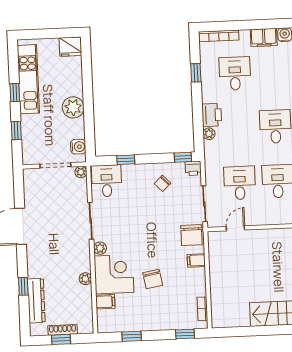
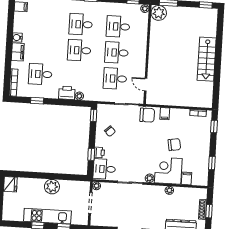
kitchen unit: (28, 79) -> (47, 216), moved
water cooler: (78, 147) -> (79, 186), removed
printer: (193, 168) -> (99, 152), moved

